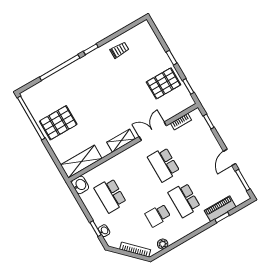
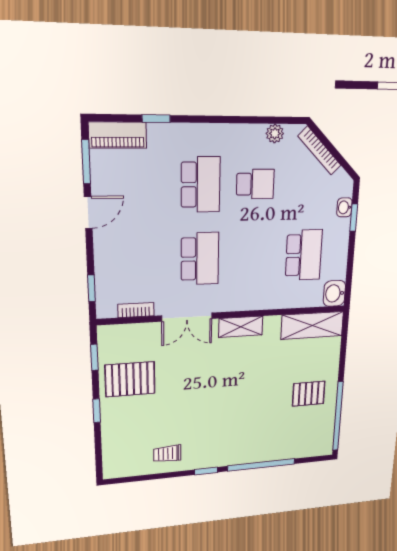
pallet: (58, 123) -> (309, 394), width x0.67, depth x0.71
piano: (220, 209) -> (118, 135), moved

